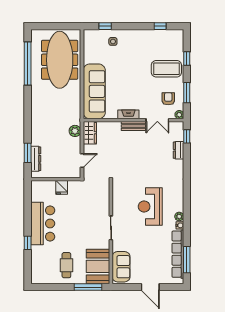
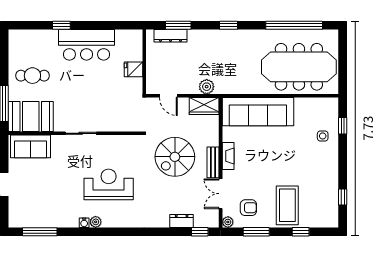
window: (28, 114) -> (228, 25), added
spiral stairs: (129, 155) -> (175, 157), added
row of seats: (178, 254) -> (47, 220), removed

